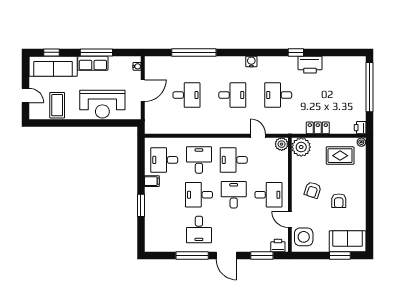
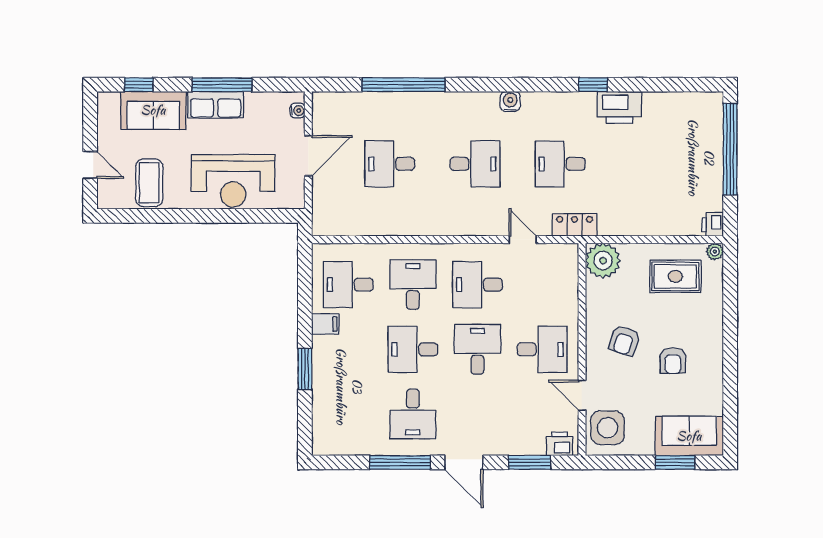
sofa: (53, 66) -> (153, 110), width x0.73
desk: (187, 95) -> (390, 164), turned 180
locker: (318, 128) -> (575, 225), moved
plant: (282, 144) -> (566, 255), removed

